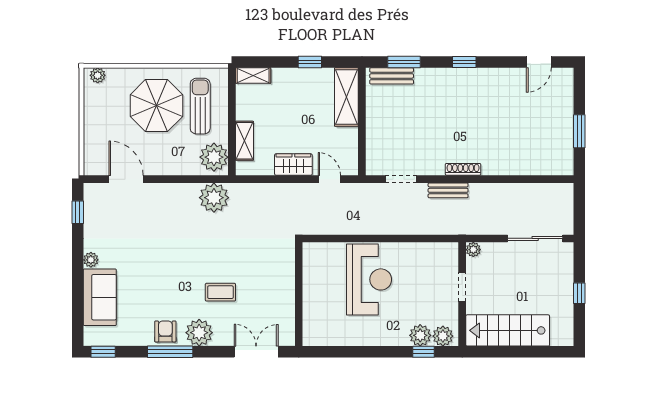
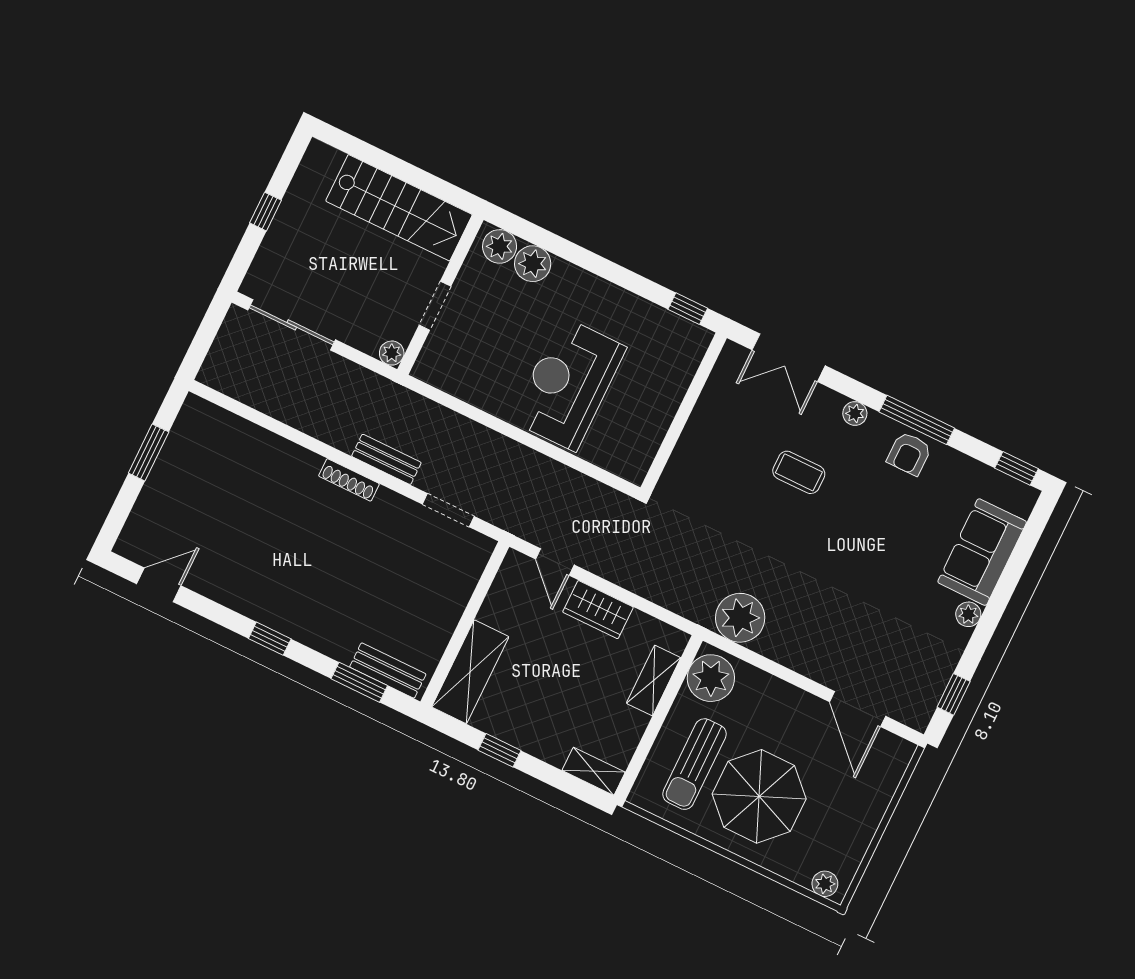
plant: (199, 333) -> (855, 413), width x0.53, depth x0.53
window: (423, 352) -> (688, 309), moved

